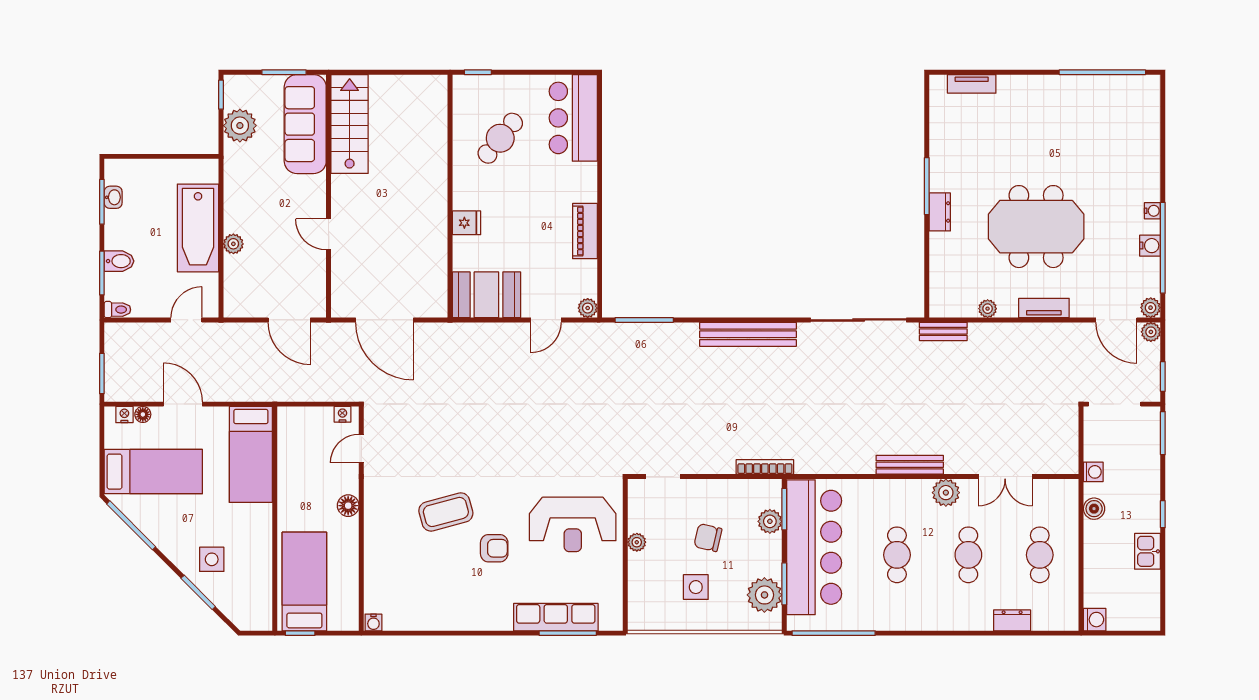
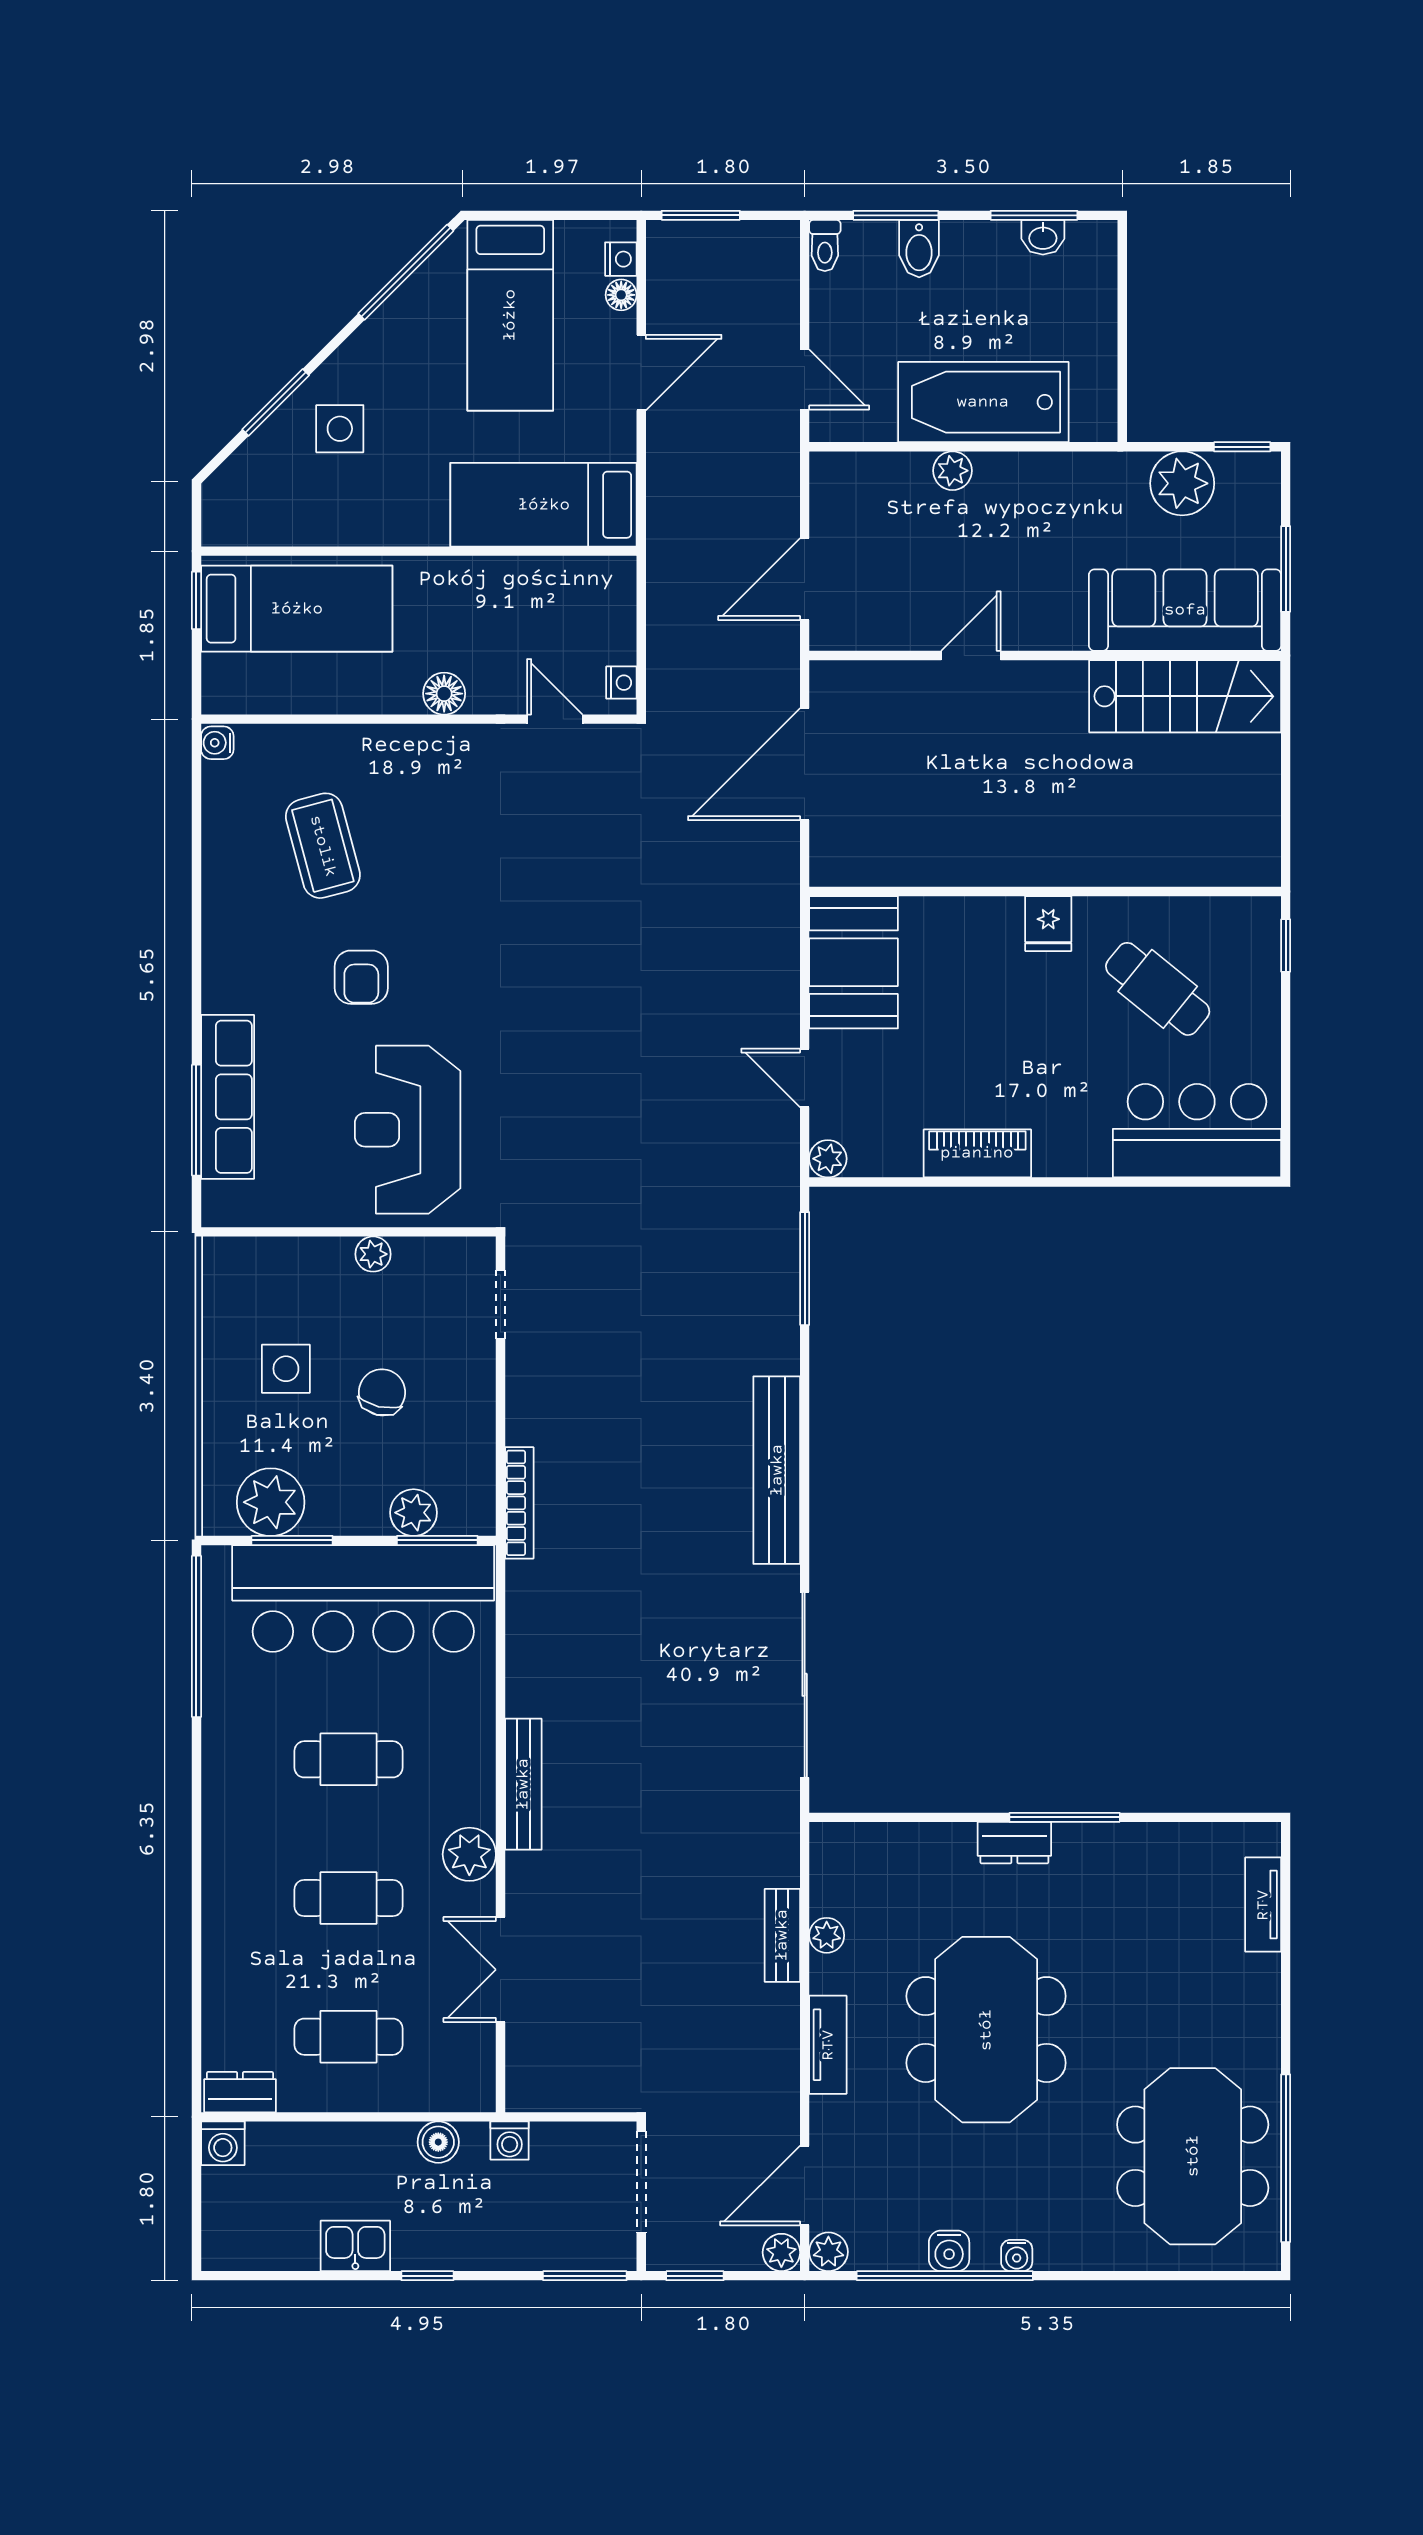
meeting table: (1101, 120) -> (1193, 2156), added
fridge: (467, 223) -> (1048, 924), moved
bench: (943, 331) -> (782, 1935), moved
coffee table: (446, 512) -> (323, 846), moved
dresser: (1012, 620) -> (240, 2092), moved, turned -90

